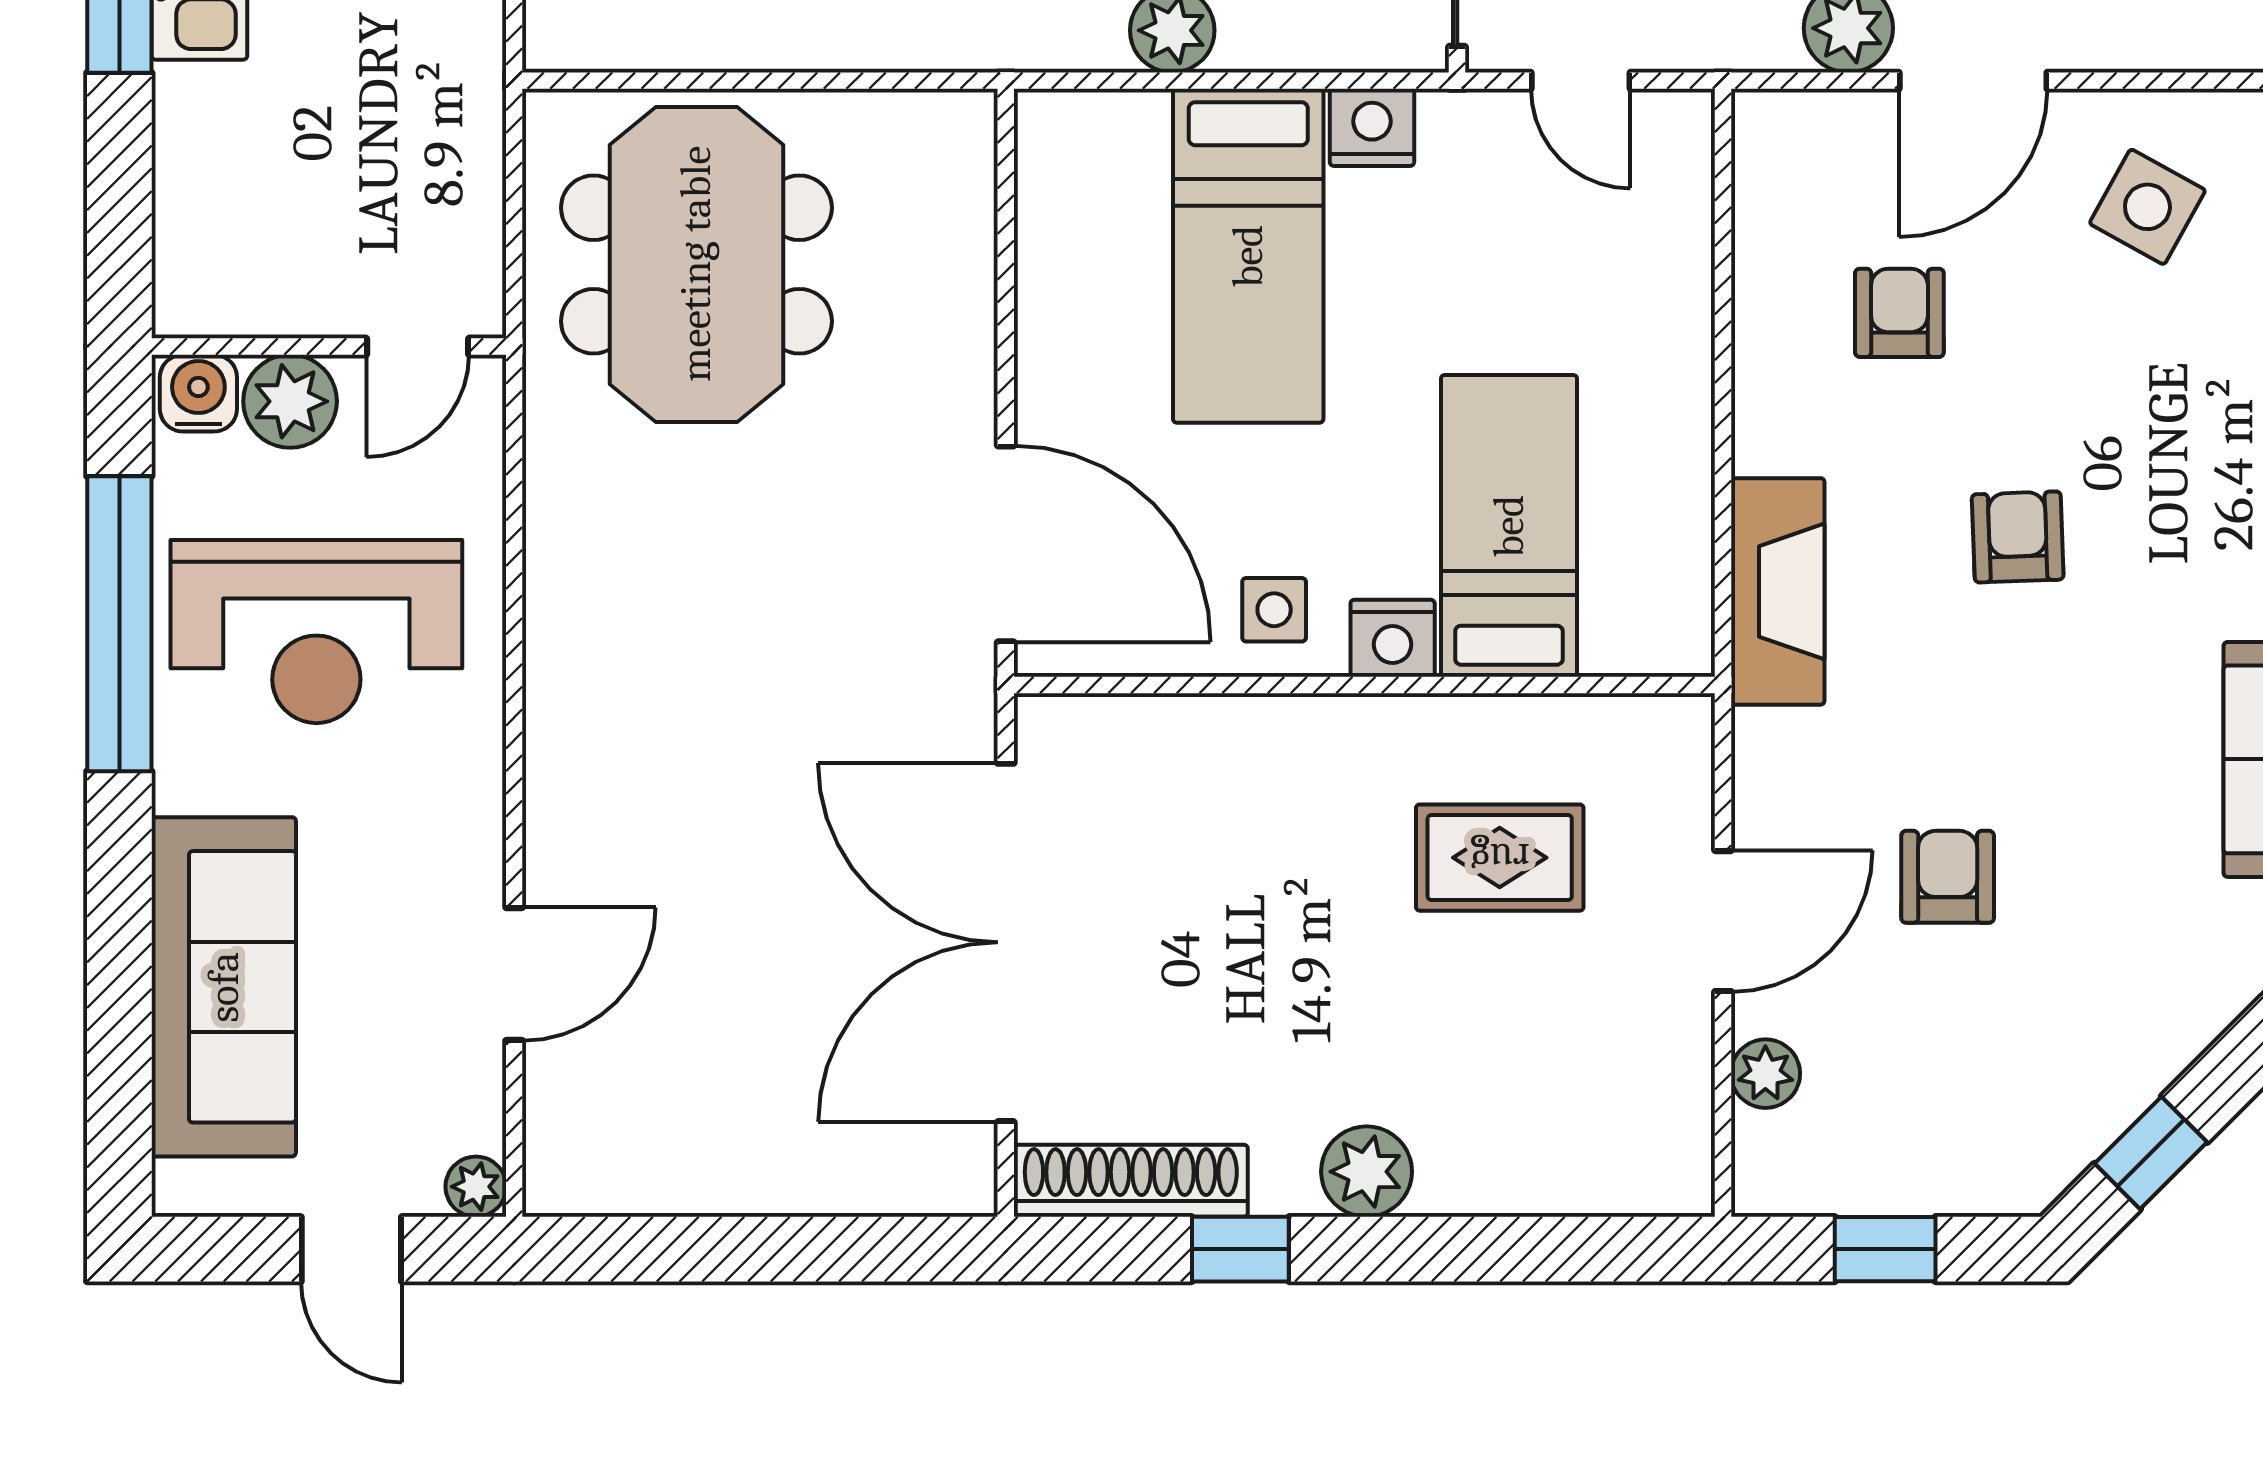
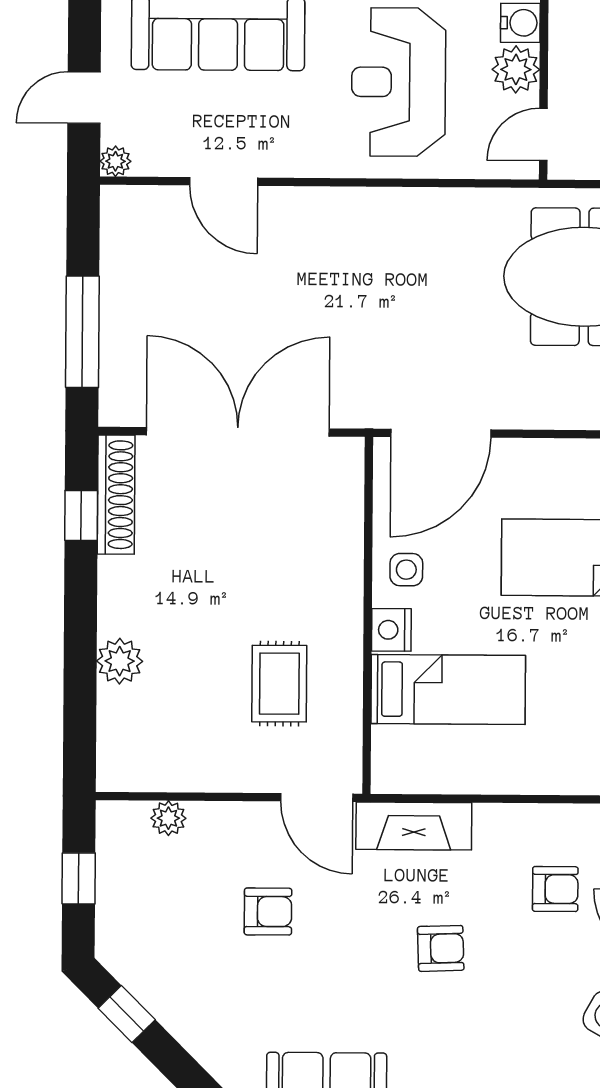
door: (418, 347) -> (543, 135), hinge flipped
door: (1723, 921) -> (317, 798), moved
plant: (1367, 1172) -> (120, 661), moved
window: (811, 1249) -> (82, 332), added
window: (1240, 1249) -> (81, 516), moved

